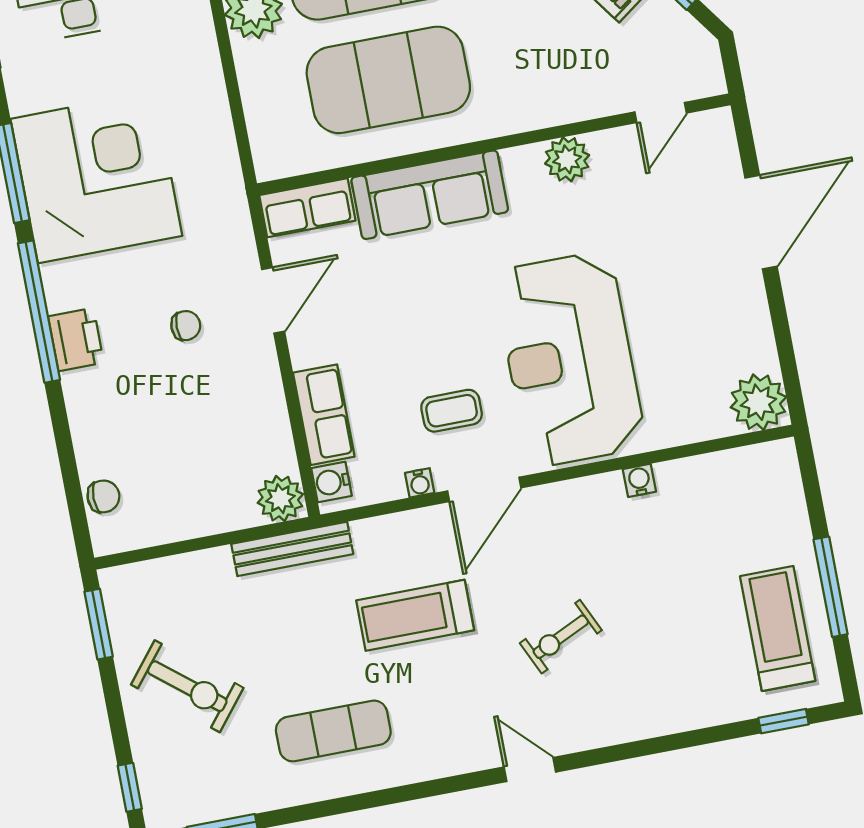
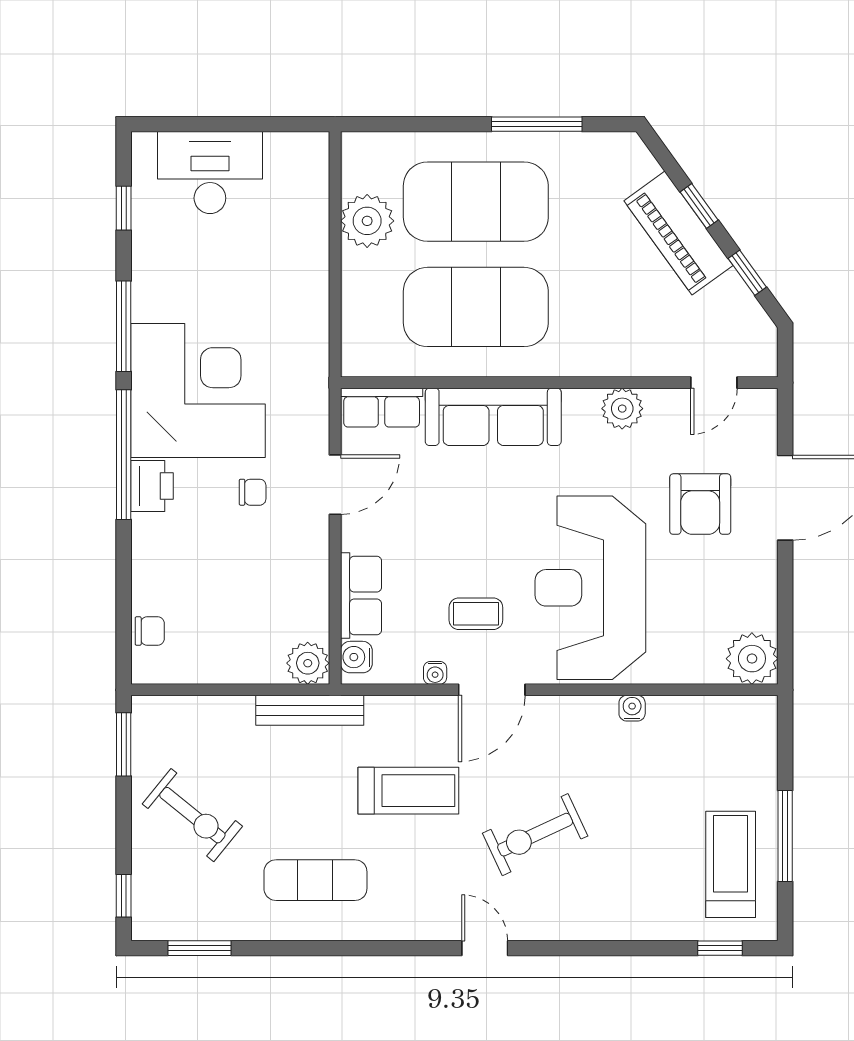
corner desk: (96, 177) -> (198, 391), moved
armchair: (671, 246) -> (700, 504), added
treadmill: (415, 615) -> (408, 791), turned 180
exercise bike: (561, 637) -> (535, 835), width x1.38, depth x1.39

